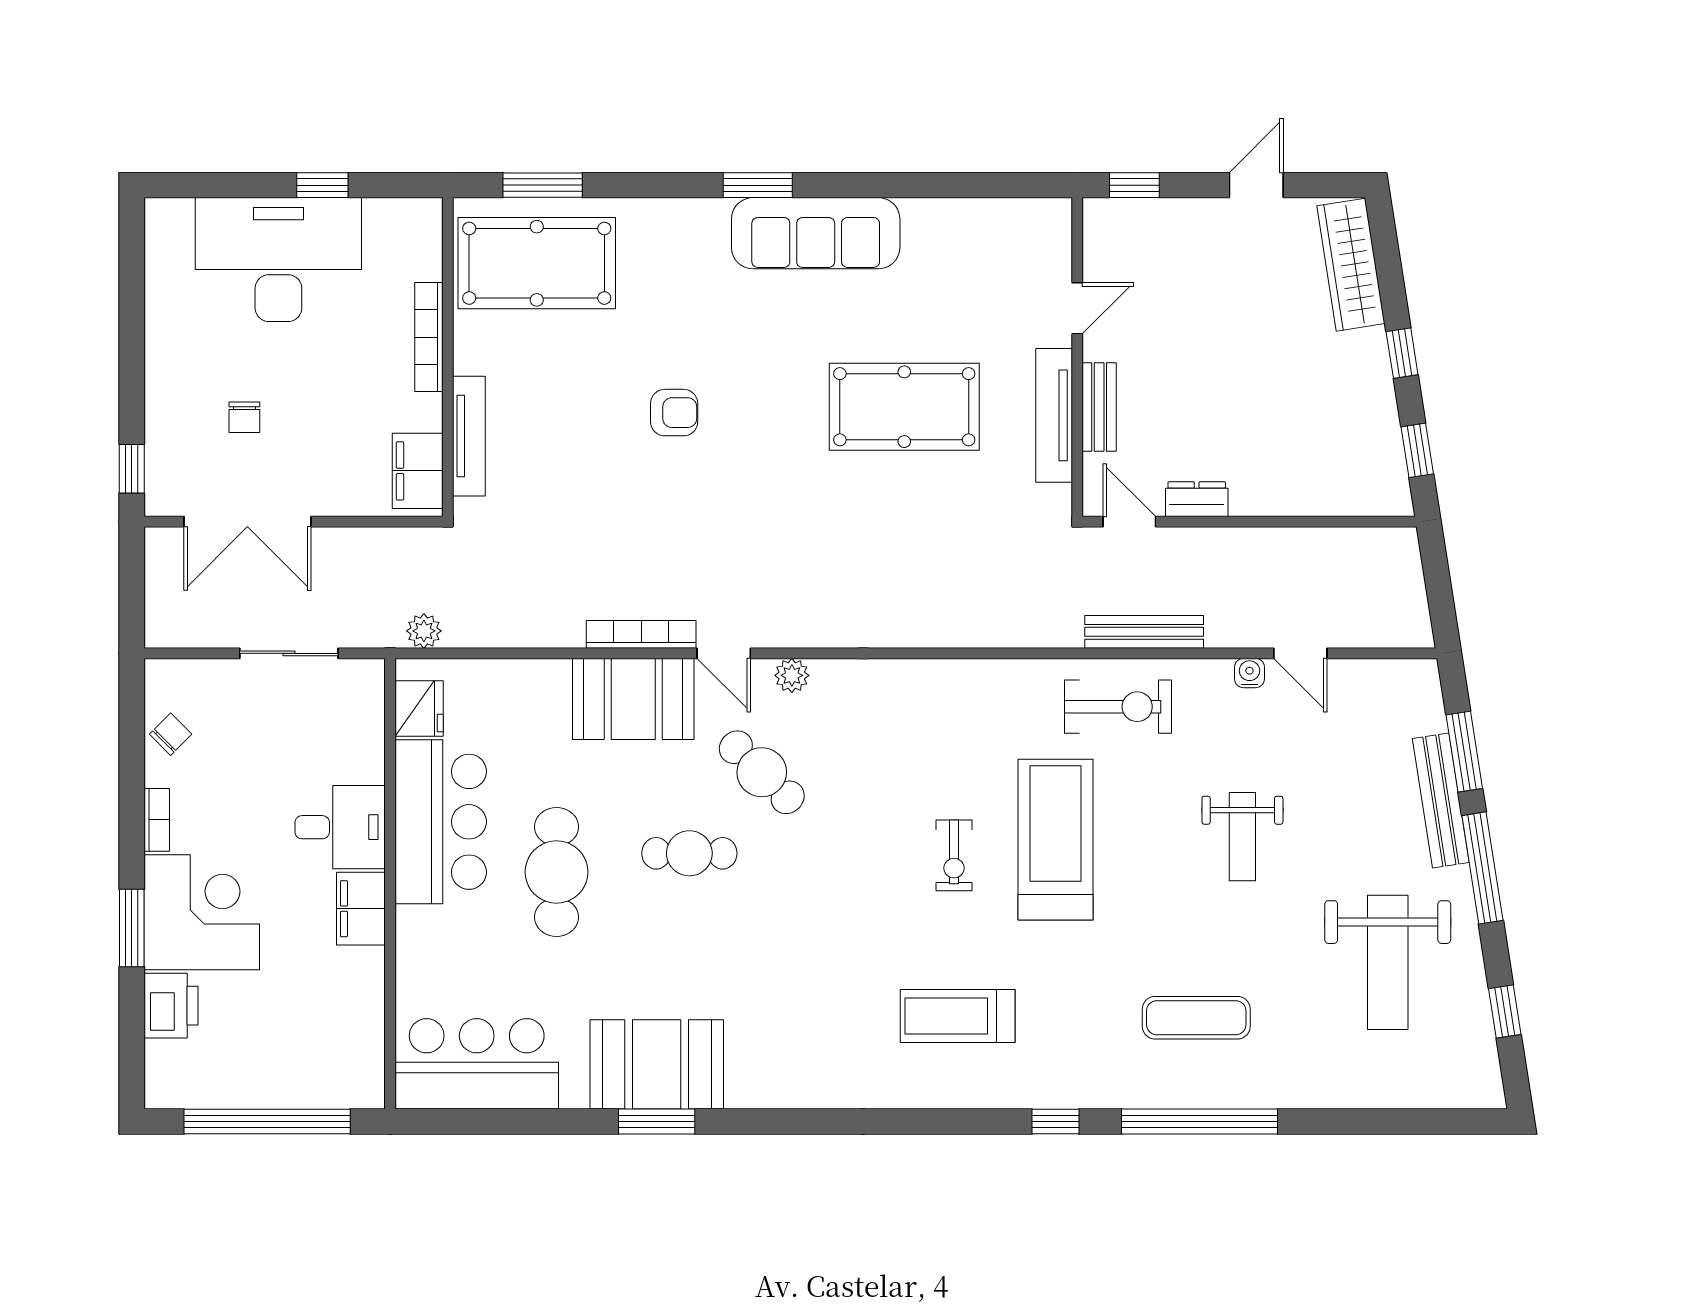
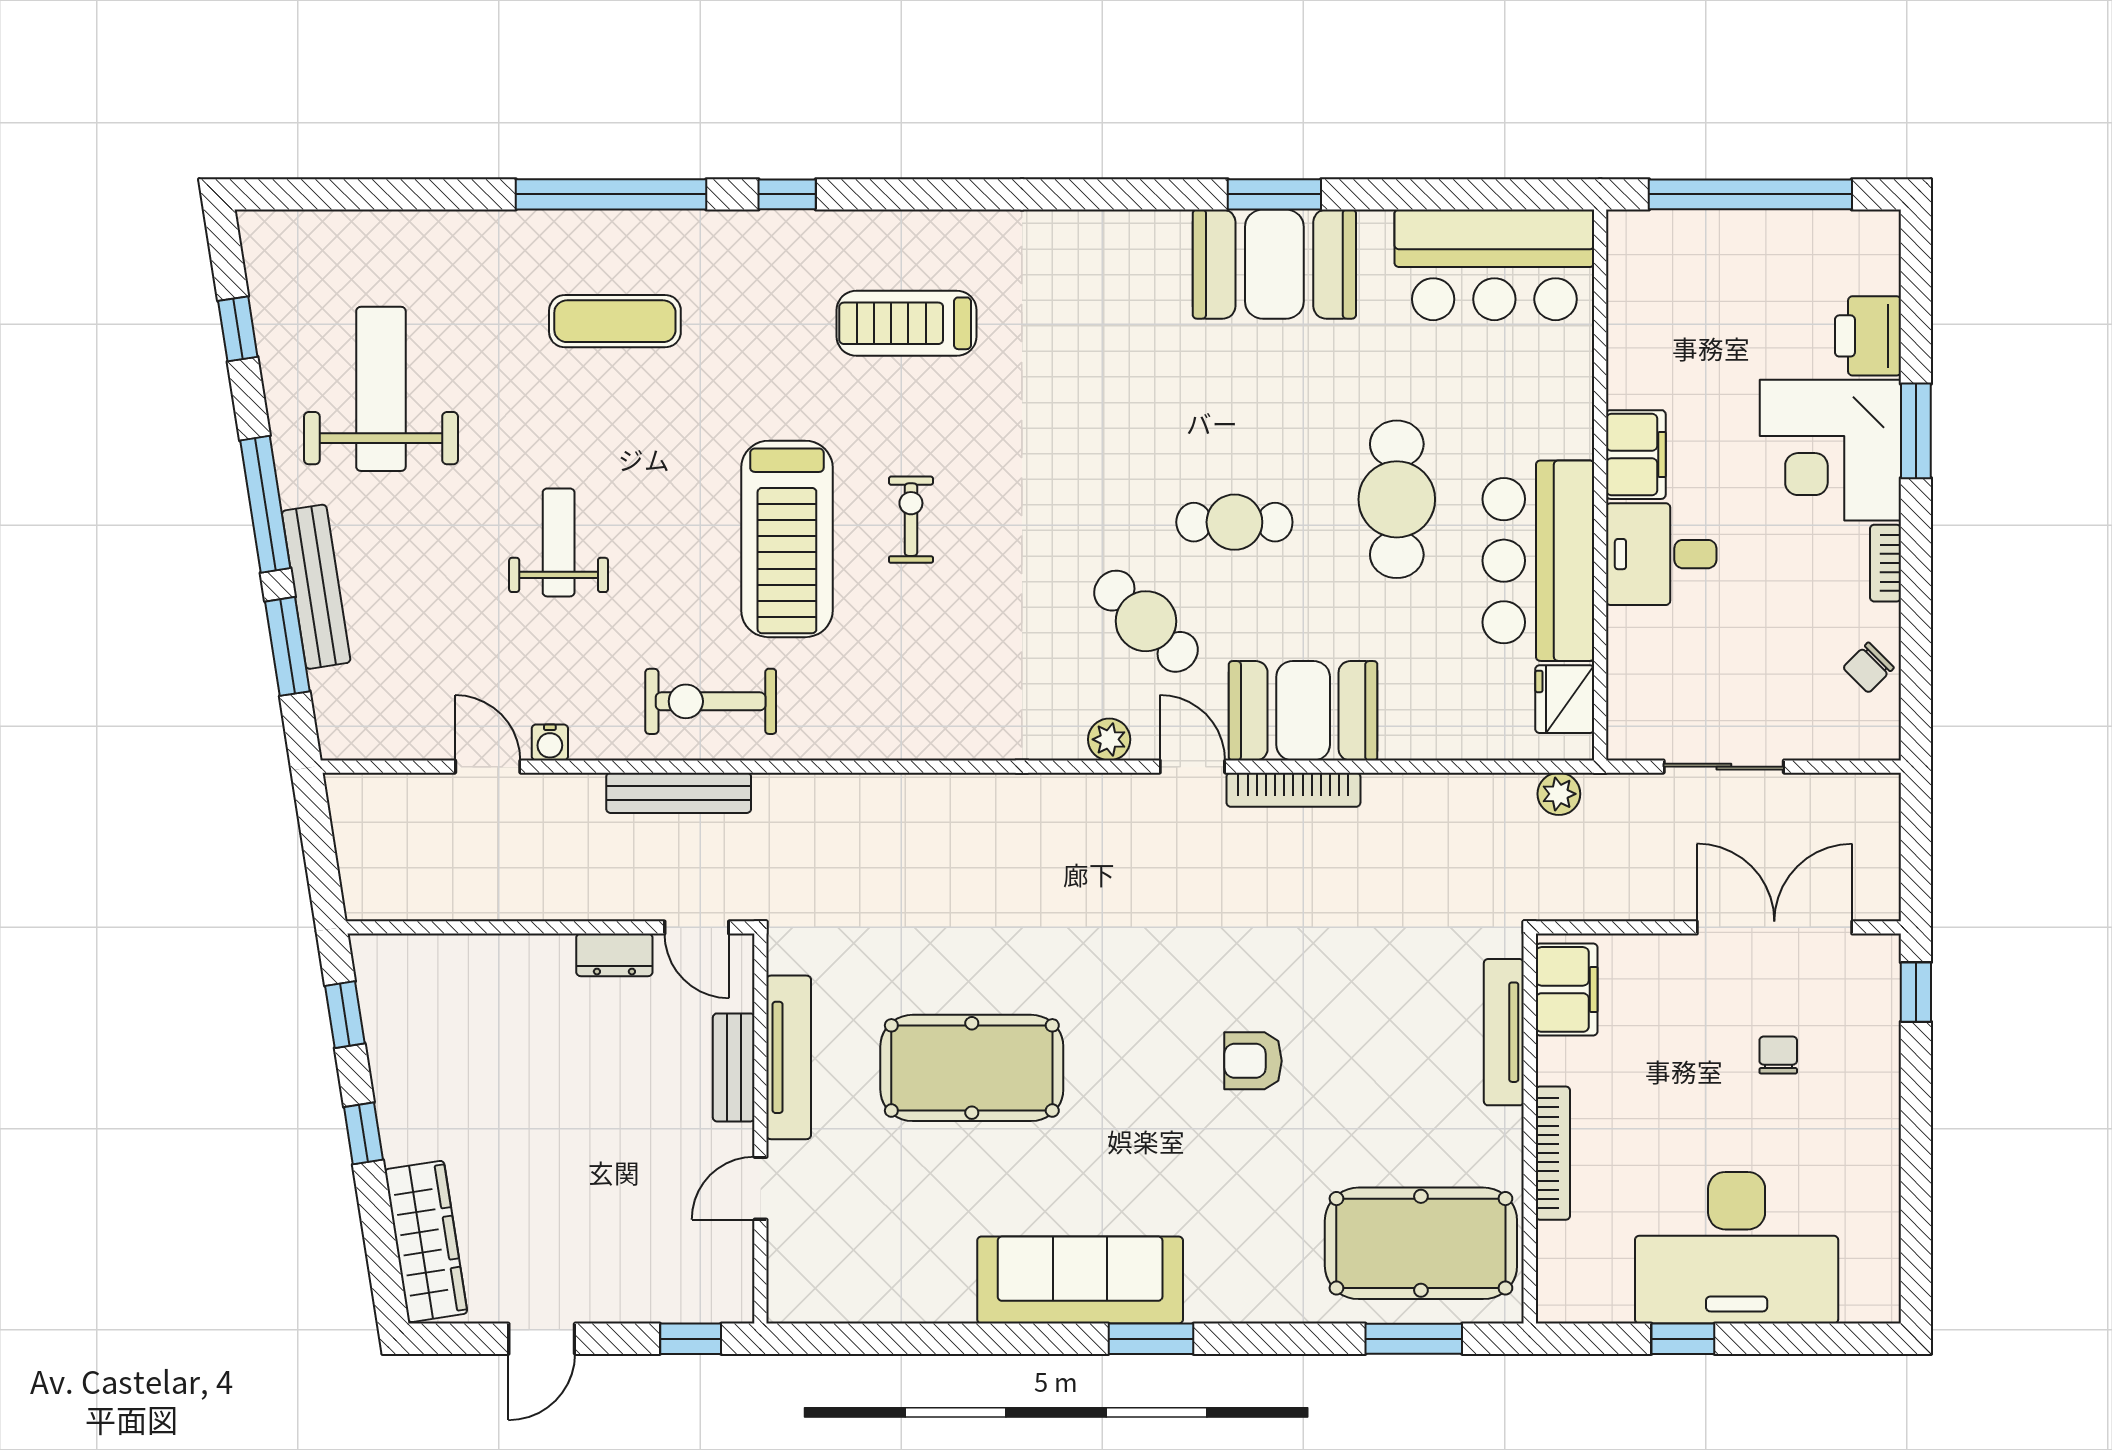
treadmill: (958, 1016) -> (907, 323), turned 180

